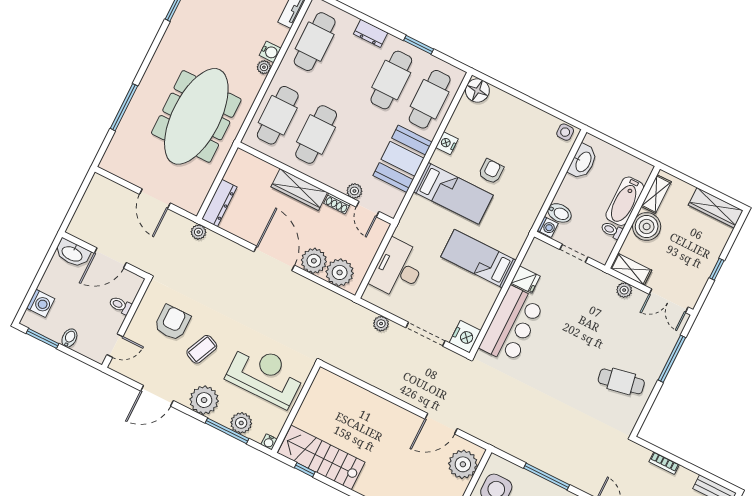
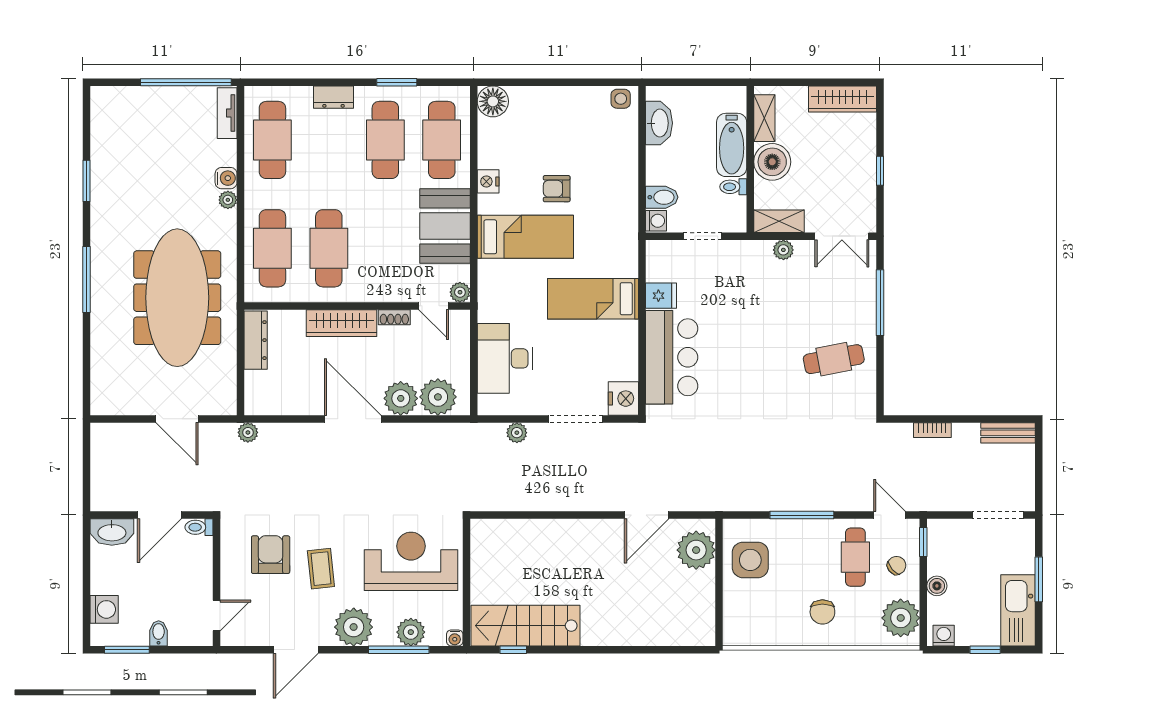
window: (124, 107) -> (87, 280), moved
armchair: (491, 171) -> (557, 189), turned -90
plant: (354, 191) -> (460, 292), moved
dresser: (219, 203) -> (256, 340), moved
toilet: (120, 305) -> (199, 527), moved
coffee table: (202, 349) -> (321, 569), turned -30

